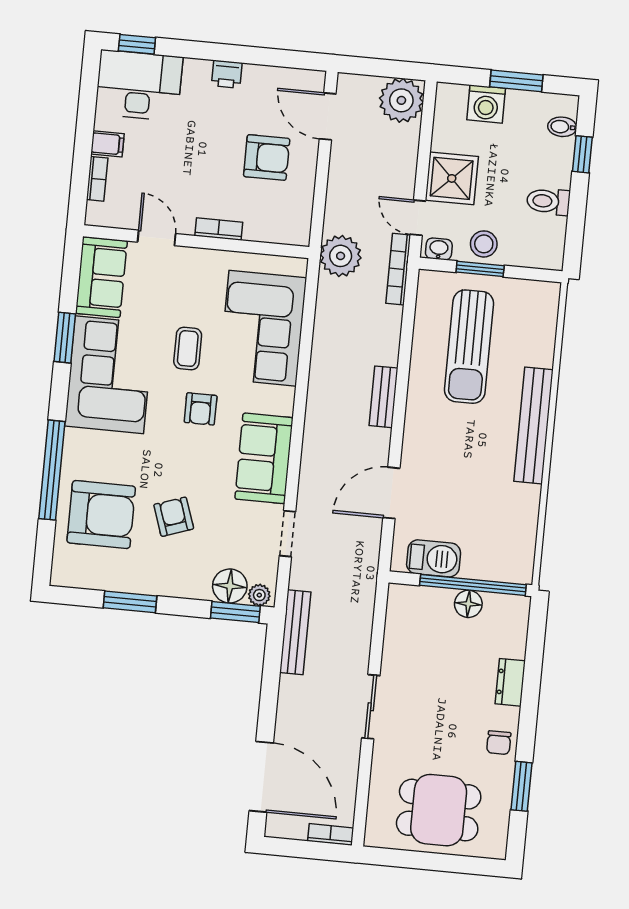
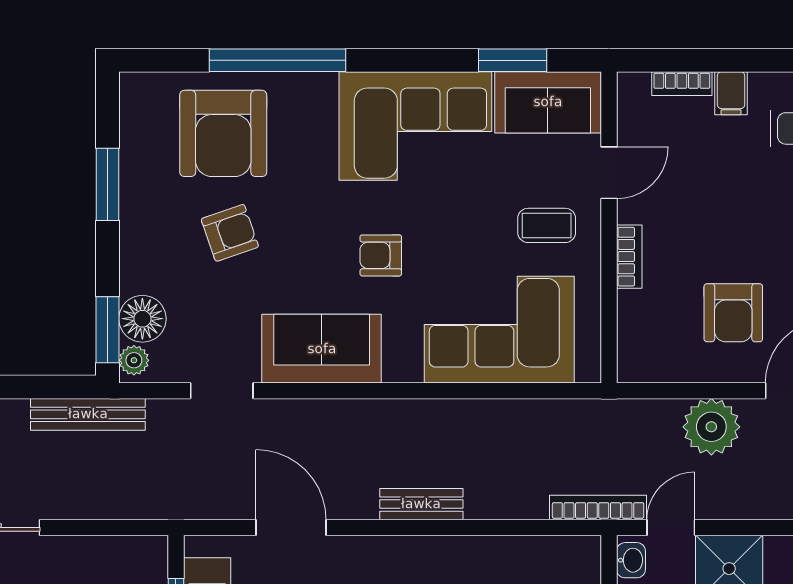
plant: (341, 256) -> (711, 427), moved
window: (65, 338) -> (513, 60), moved
coffee table: (188, 348) -> (547, 225), moved

